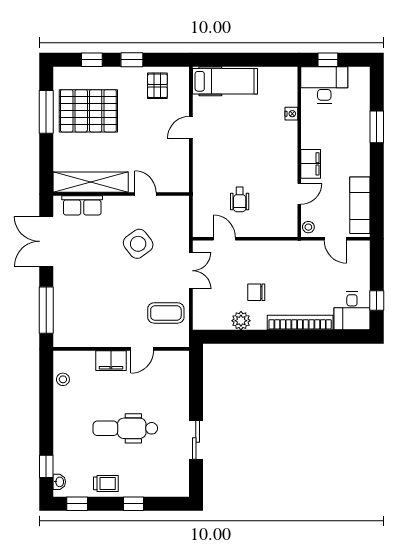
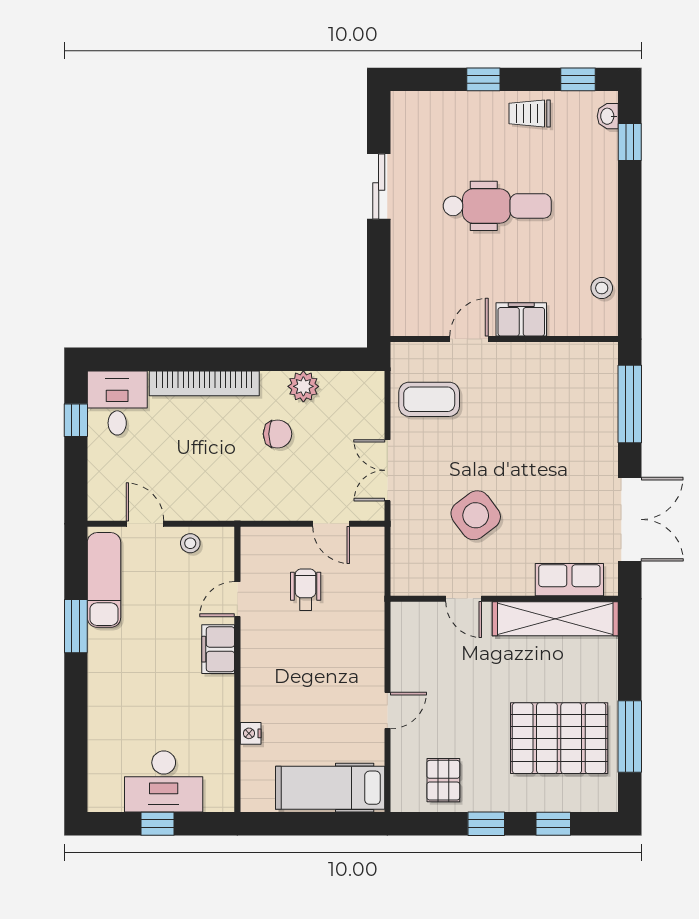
nightstand: (291, 114) -> (251, 733), moved
window: (377, 127) -> (76, 626), moved
wall: (299, 152) -> (237, 669), moved
filing cabinet: (311, 164) -> (218, 649), moved
door: (299, 194) -> (237, 599), moved

